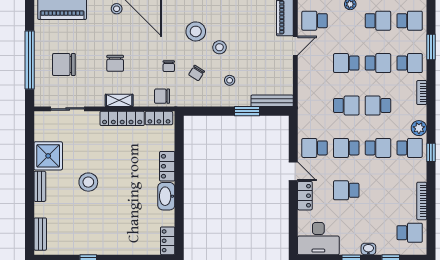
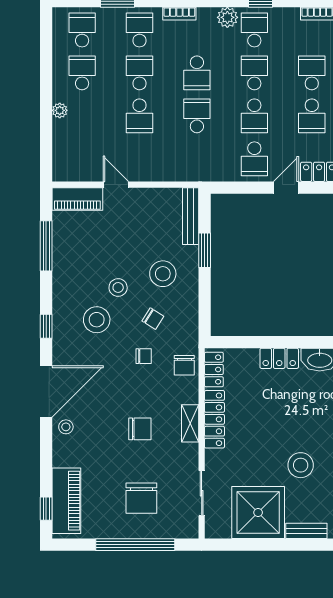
school desk: (315, 21) -> (312, 73), moved, turned 180
stool: (230, 80) -> (163, 274), width x1.89, depth x1.89
shower: (48, 156) -> (258, 513), width x1.37, depth x1.37

